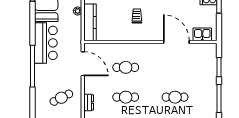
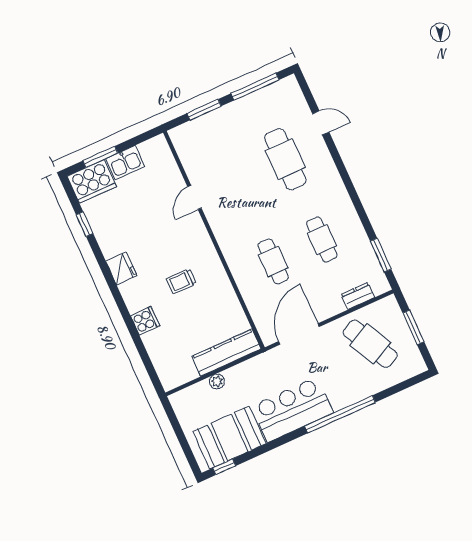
kitchen sink: (202, 34) -> (125, 163), moved, turned -90
door: (176, 42) -> (195, 198), width x0.53
cafe table: (175, 97) -> (285, 159), width x1.37, depth x1.35
cafe table: (61, 98) -> (370, 344), width x1.37, depth x1.35

